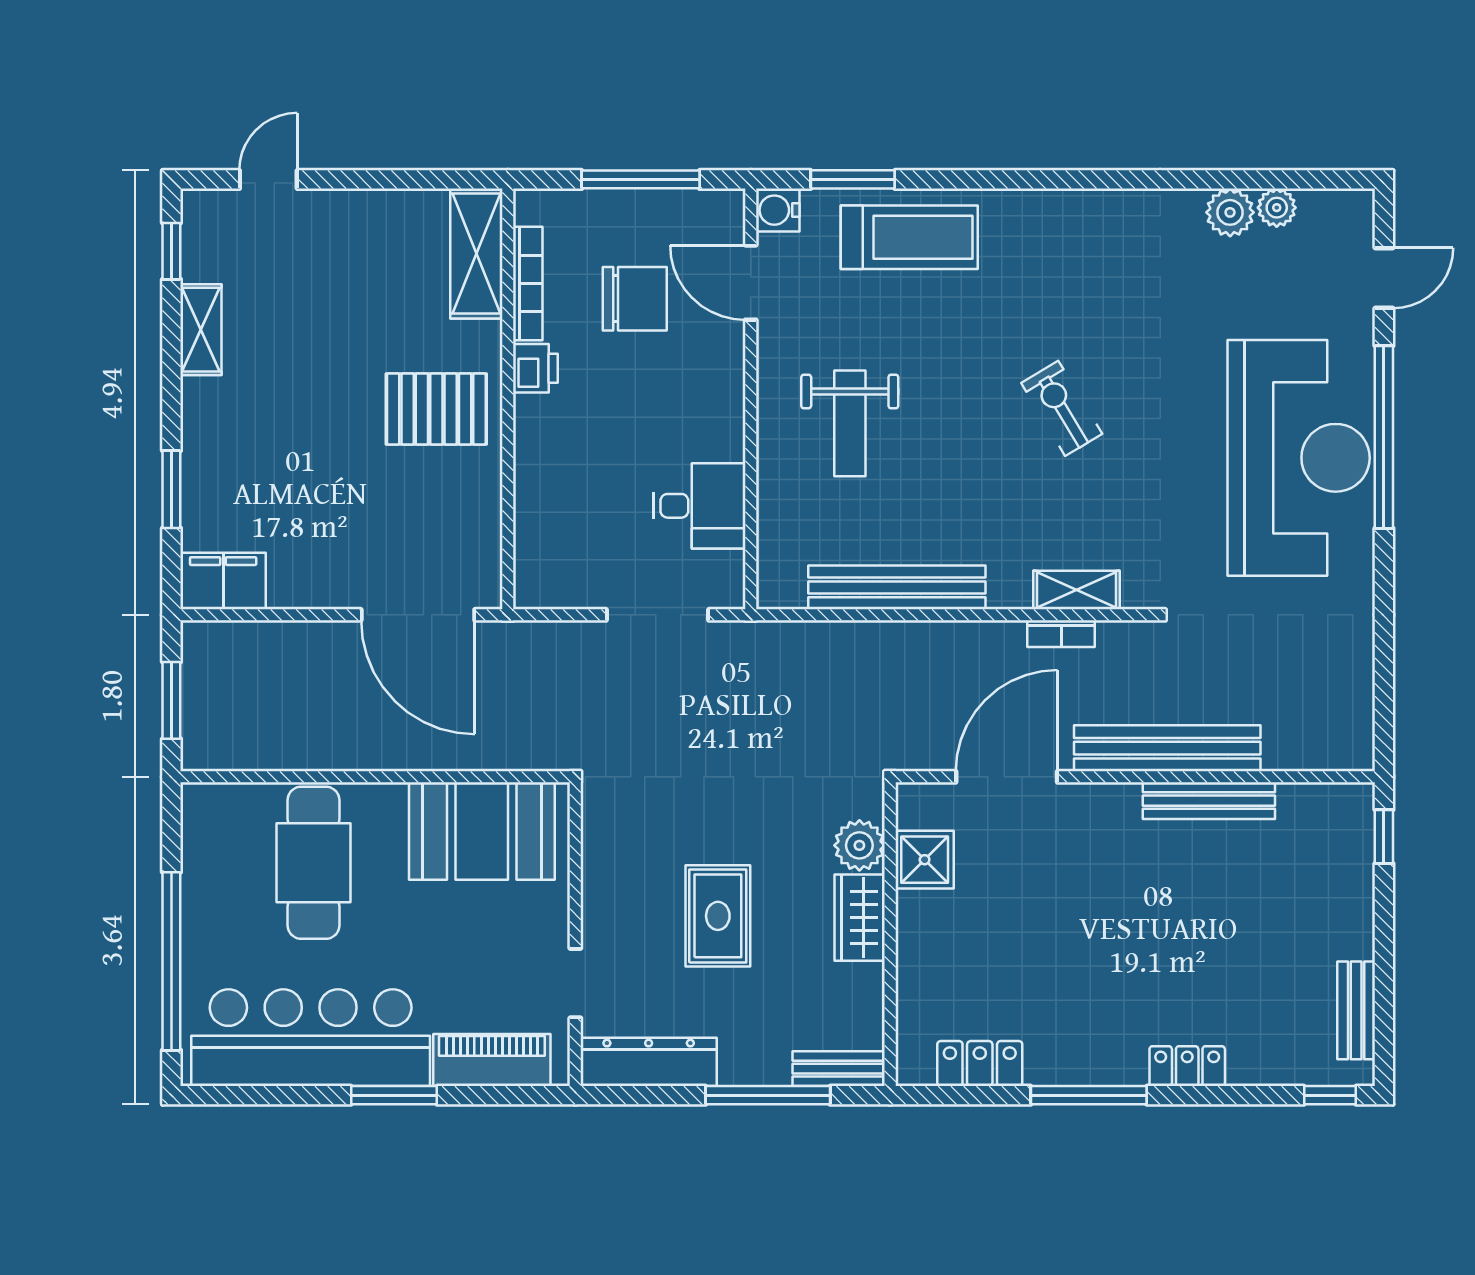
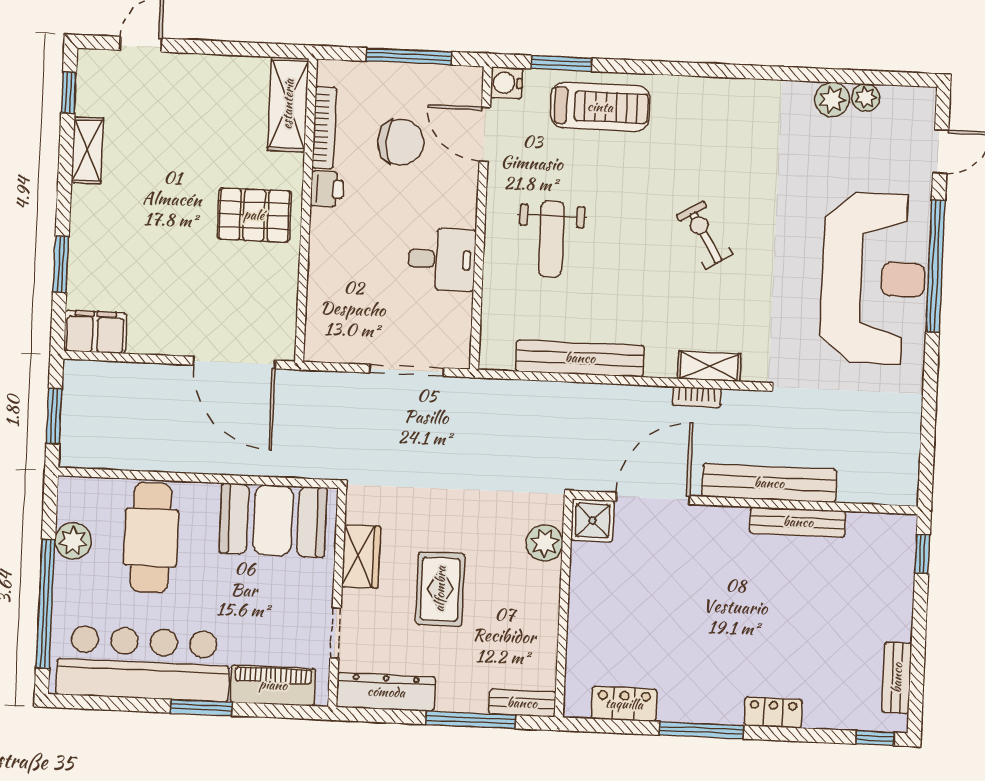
desk: (699, 506) -> (442, 259), moved
shower: (925, 860) -> (593, 520), moved
plant: (206, 872) -> (73, 541), added
wardrobe: (860, 918) -> (361, 556), moved, turned 180

